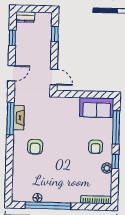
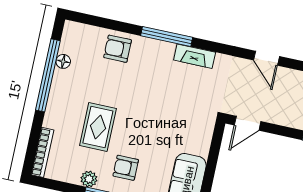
window: (10, 119) -> (167, 36), moved
armchair: (35, 147) -> (118, 49), moved
rug: (74, 169) -> (98, 127), added

